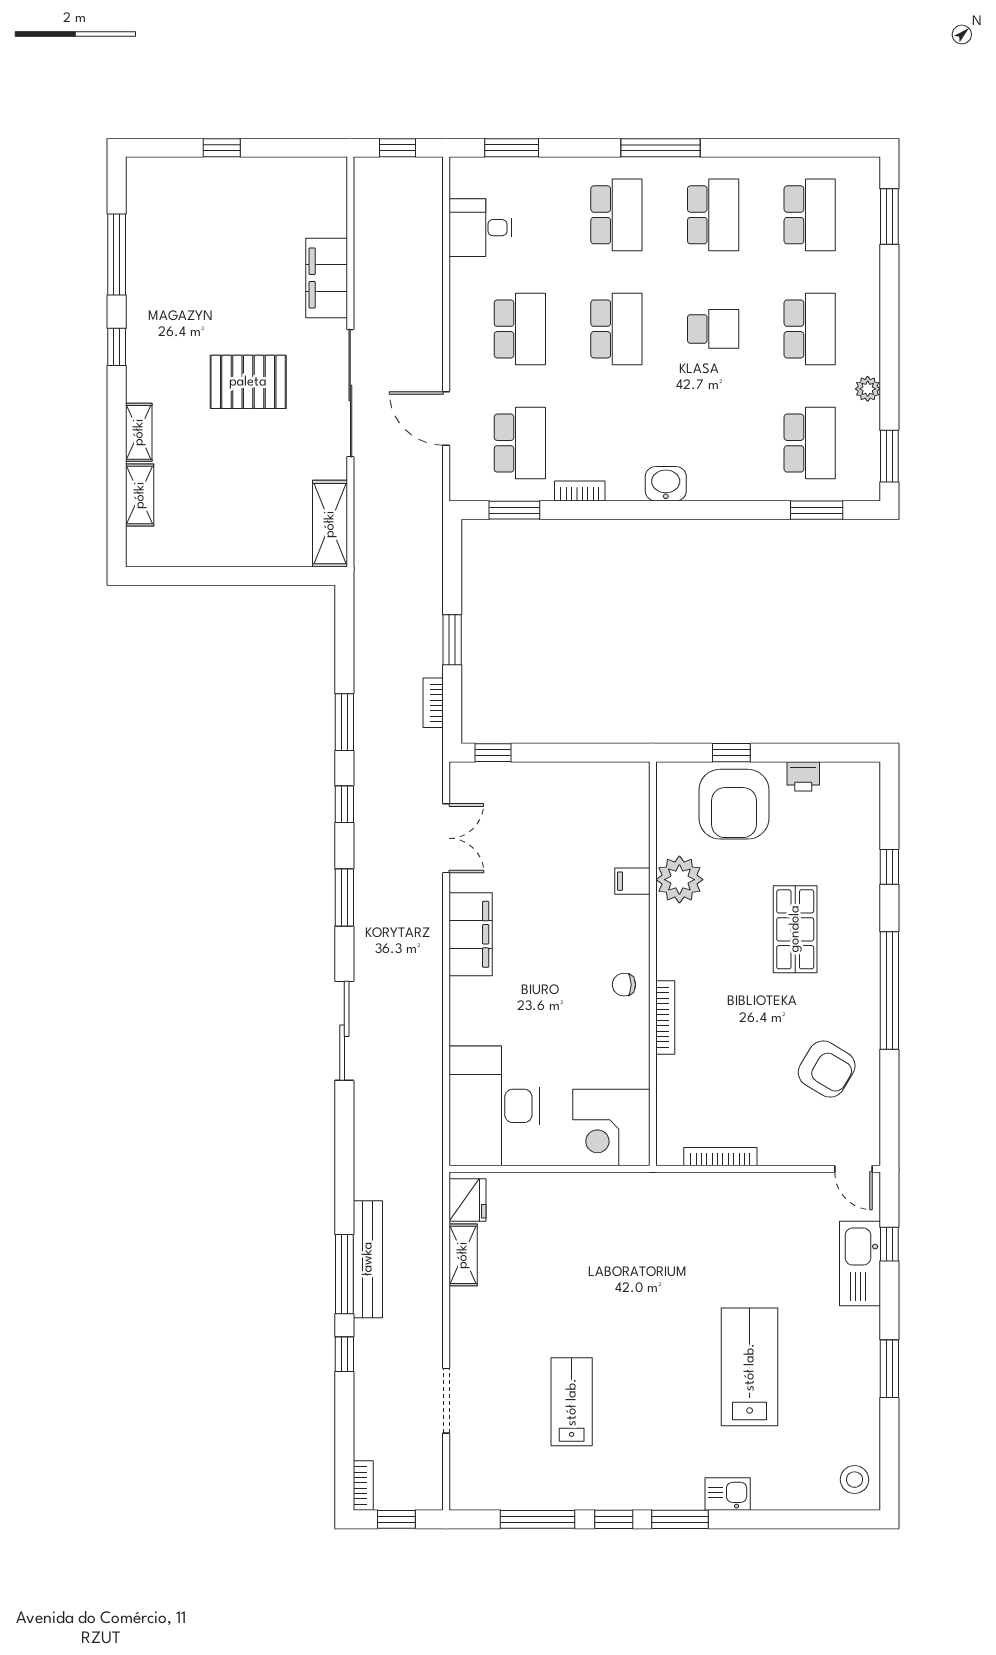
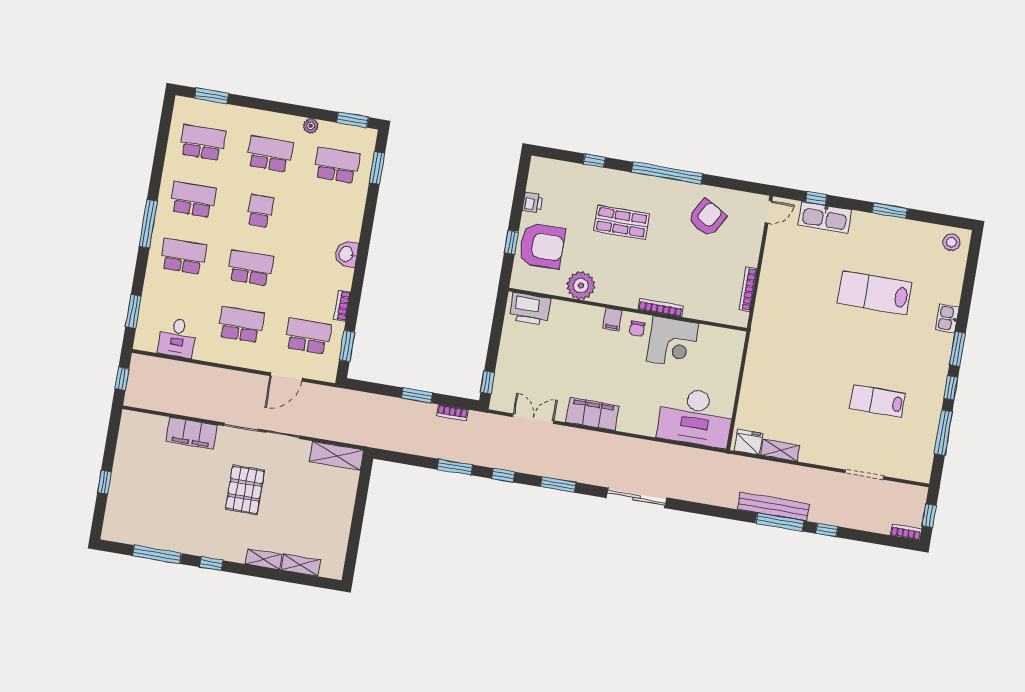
printer: (627, 802) -> (530, 309), added
filing cabinet: (632, 881) -> (613, 319), moved
corner desk: (611, 1127) -> (672, 342), moved

